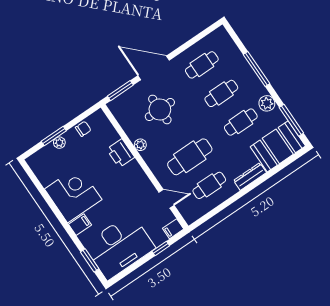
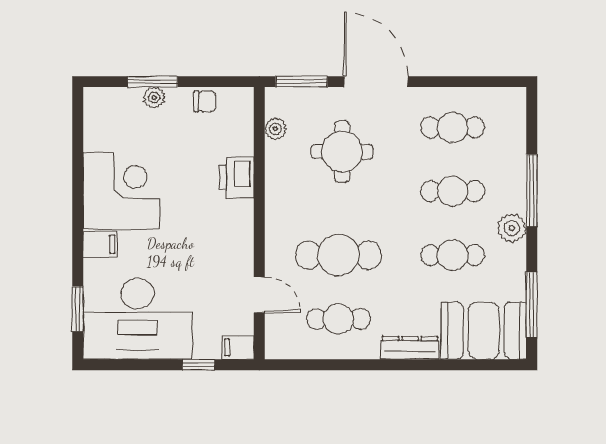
plant: (267, 103) -> (512, 228), moved
plant: (140, 145) -> (276, 129), moved

